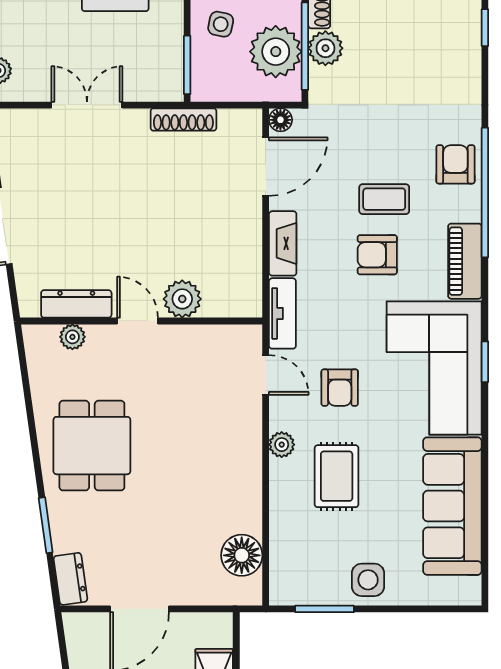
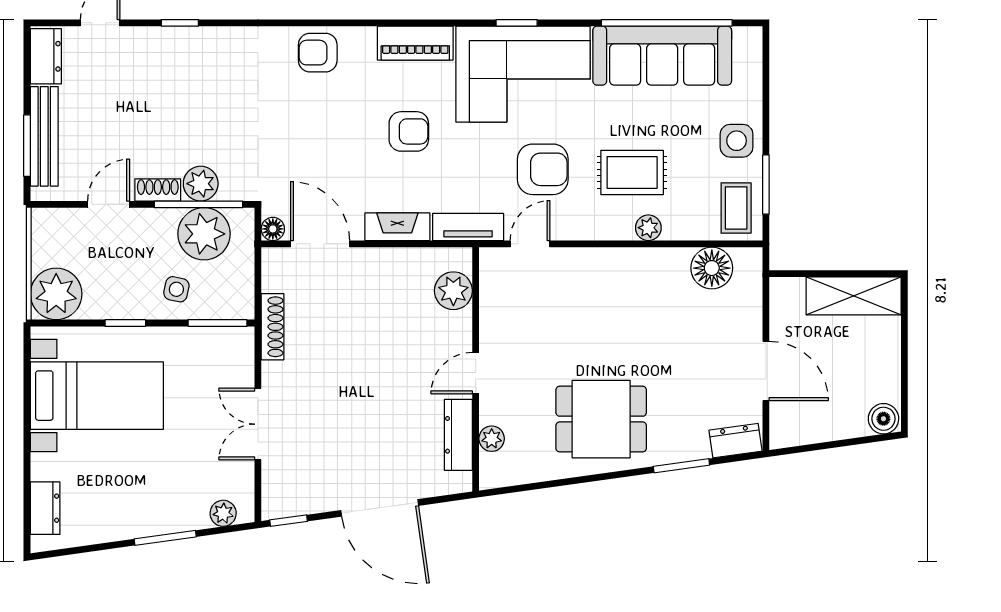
window: (485, 193) -> (667, 23), moved
coffee table: (384, 199) -> (736, 208), moved
armchair: (377, 255) -> (409, 131), turned -90
plant: (182, 299) -> (453, 291), moved
armchair: (340, 388) -> (543, 169), width x1.38, depth x1.38
plant: (282, 445) -> (648, 228), moved

